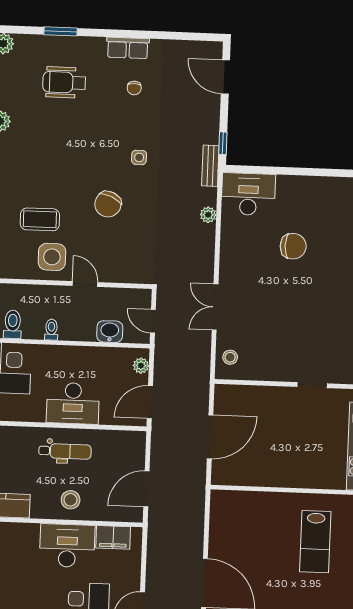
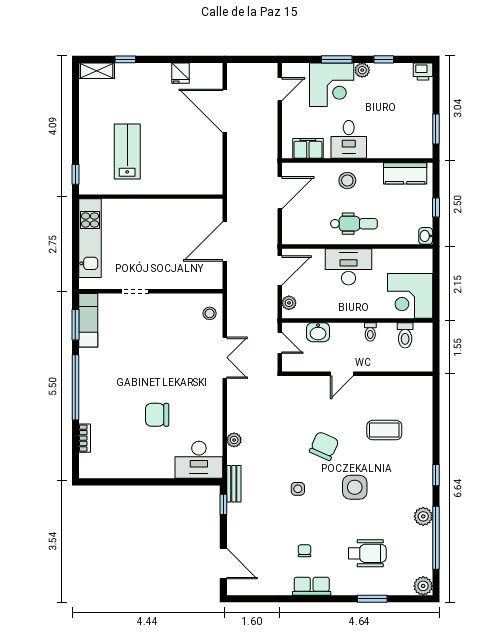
side table: (52, 257) -> (355, 487), moved
door: (85, 284) -> (342, 374), hinge flipped
dental chair: (65, 451) -> (354, 224), turned 180
desk: (67, 546) -> (349, 139), width x0.73

